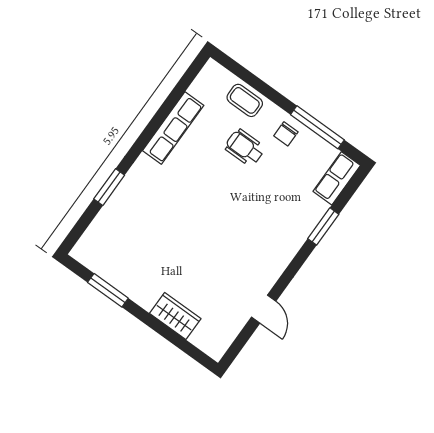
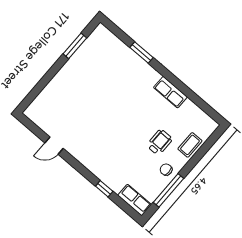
row of seats: (173, 128) -> (170, 92), width x0.68
window: (323, 226) -> (104, 189), width x0.67
wardrobe: (175, 316) -> (55, 88), removed

